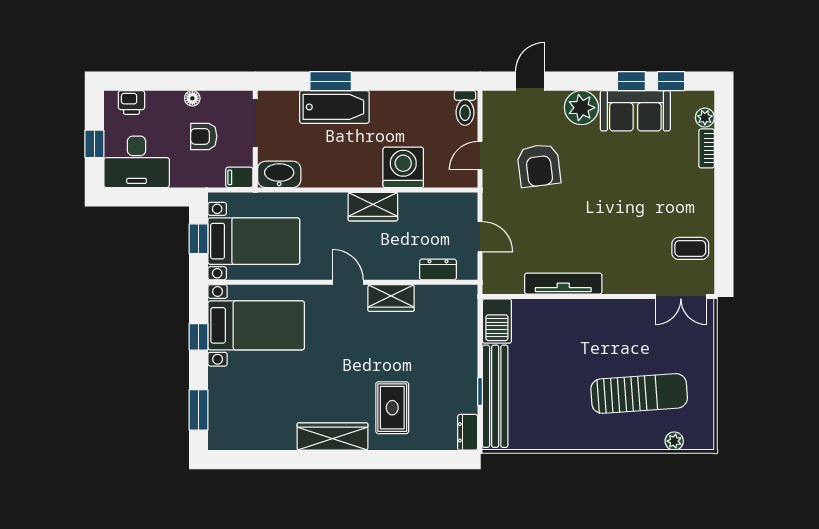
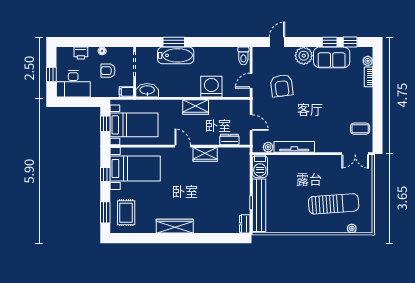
printer: (131, 102) -> (81, 53), moved
plant: (513, 284) -> (268, 147), added
rug: (392, 408) -> (126, 213), moved

